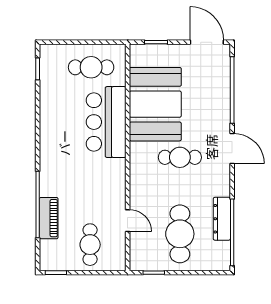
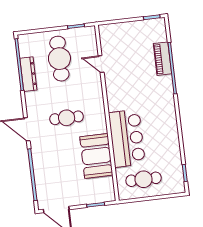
booth: (155, 104) -> (96, 156), width x0.73, depth x0.70
cafe table: (90, 245) -> (128, 42), removed

